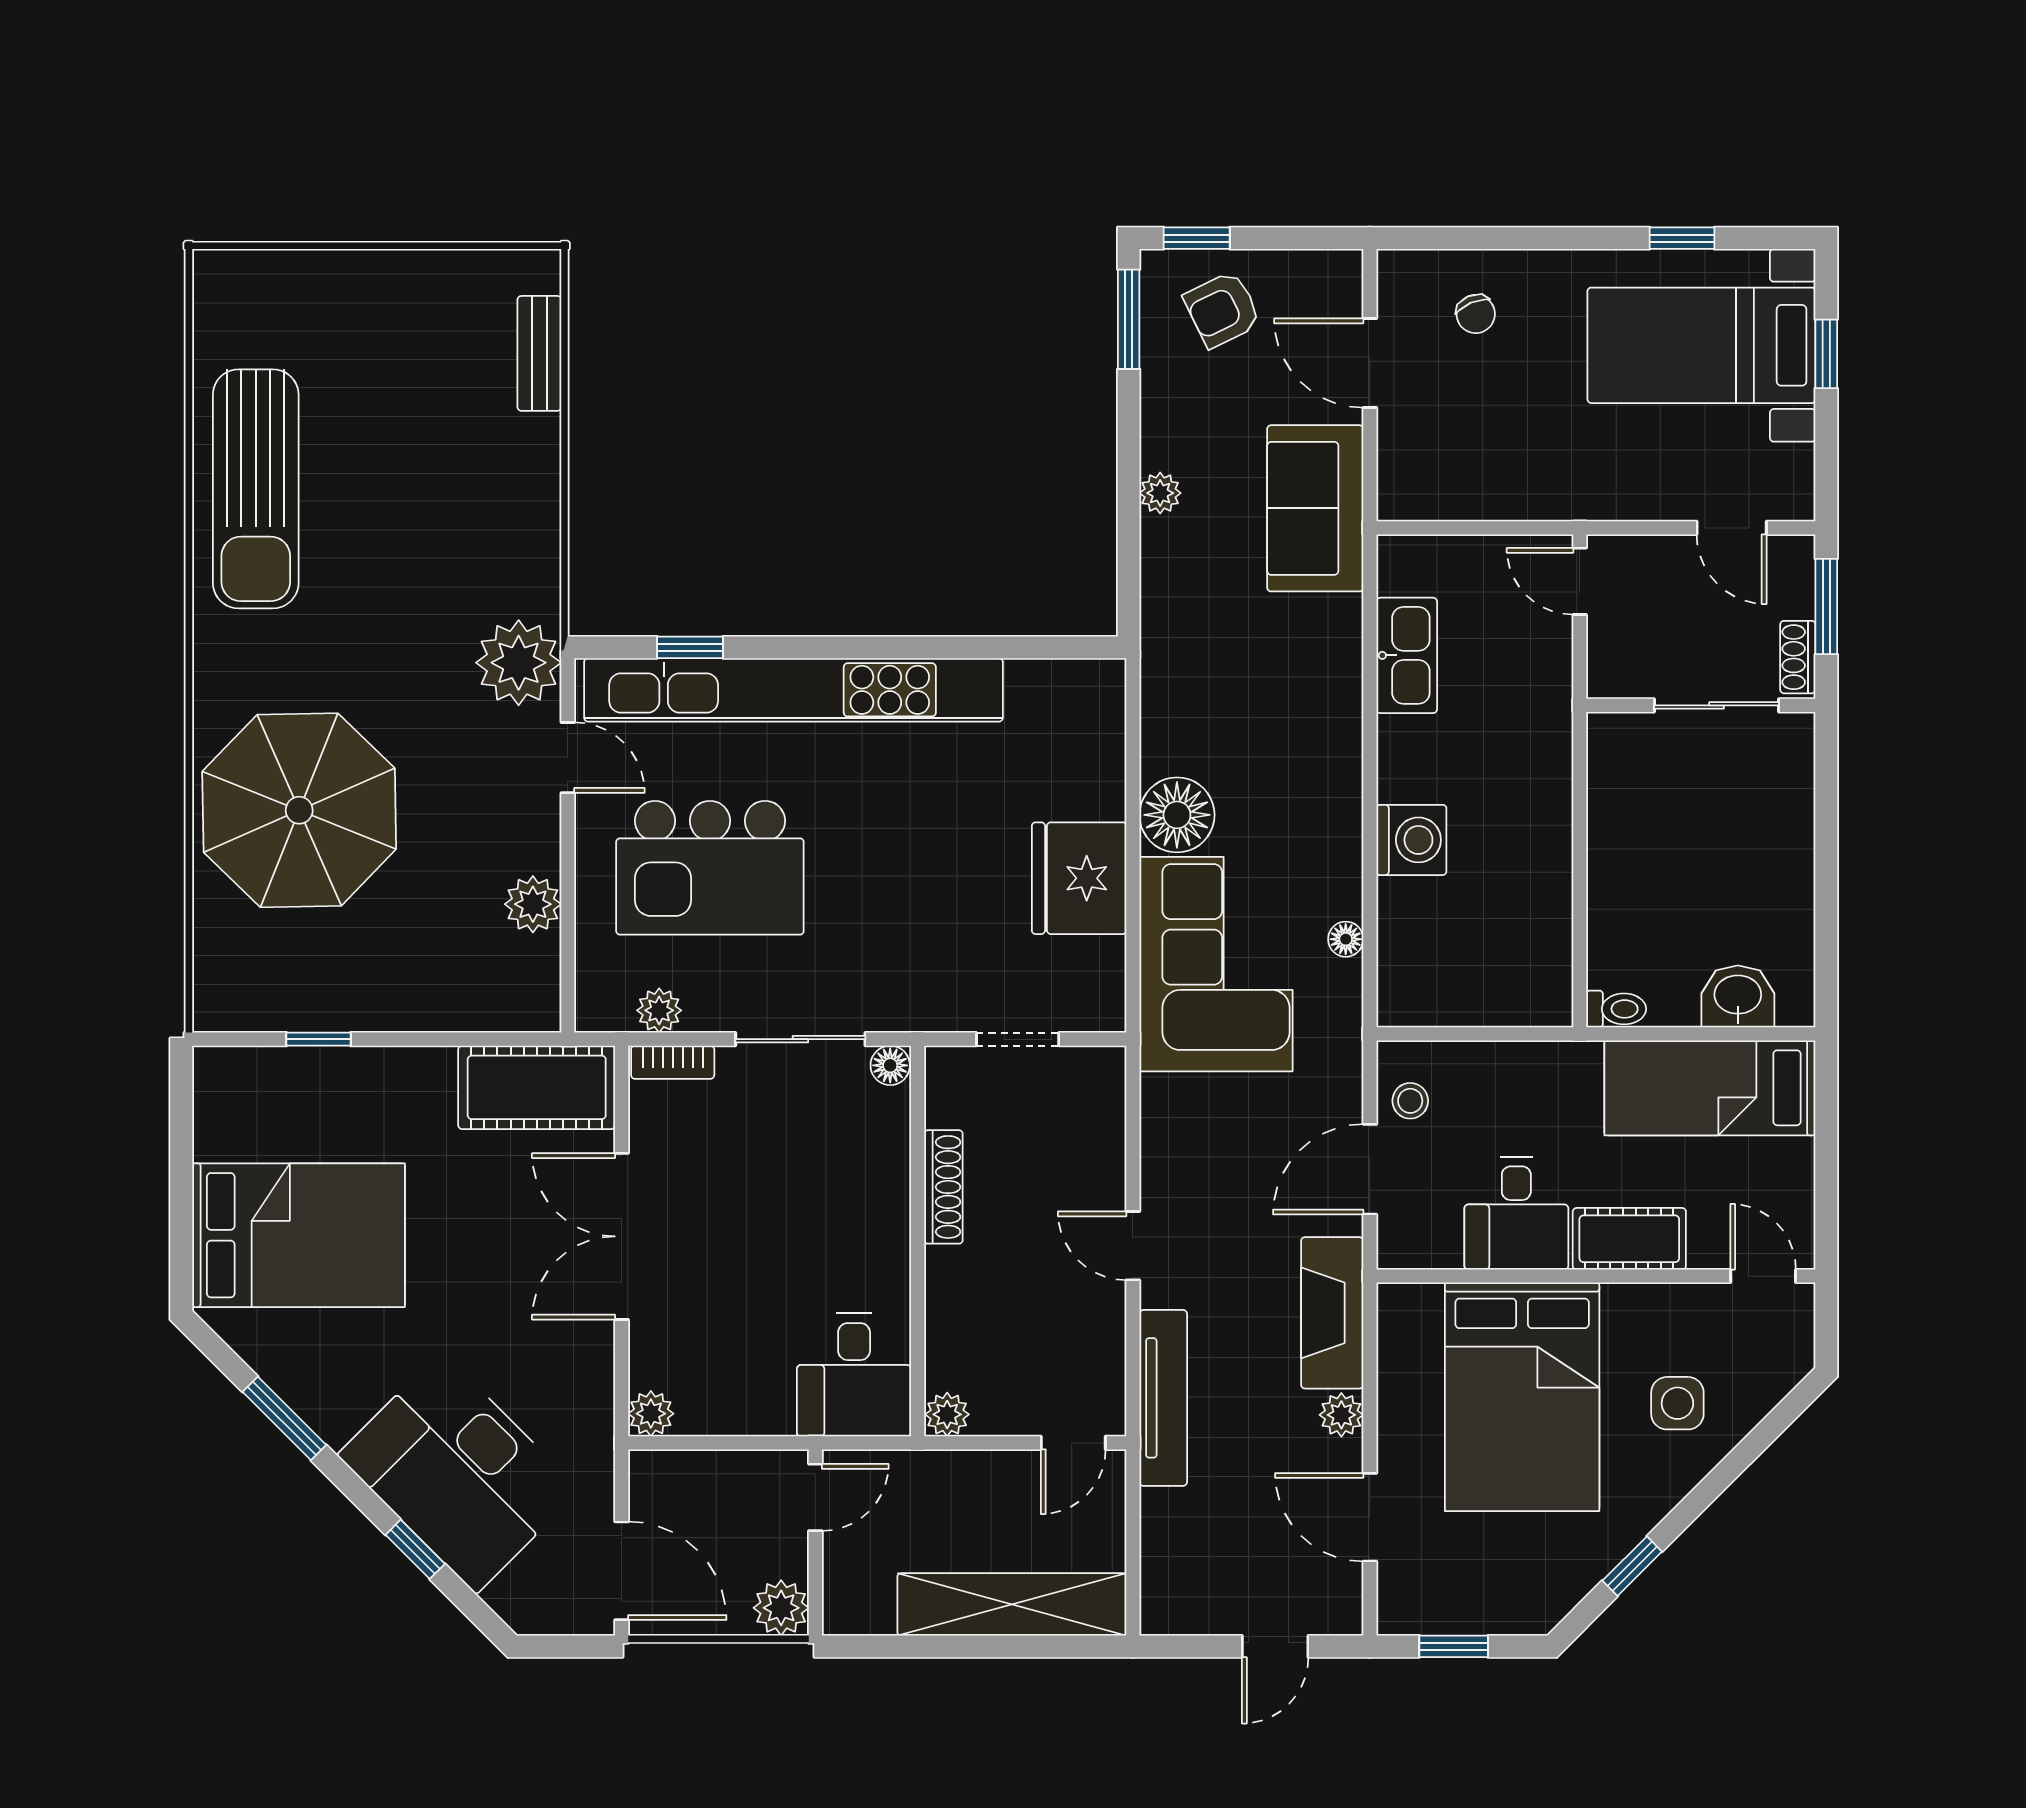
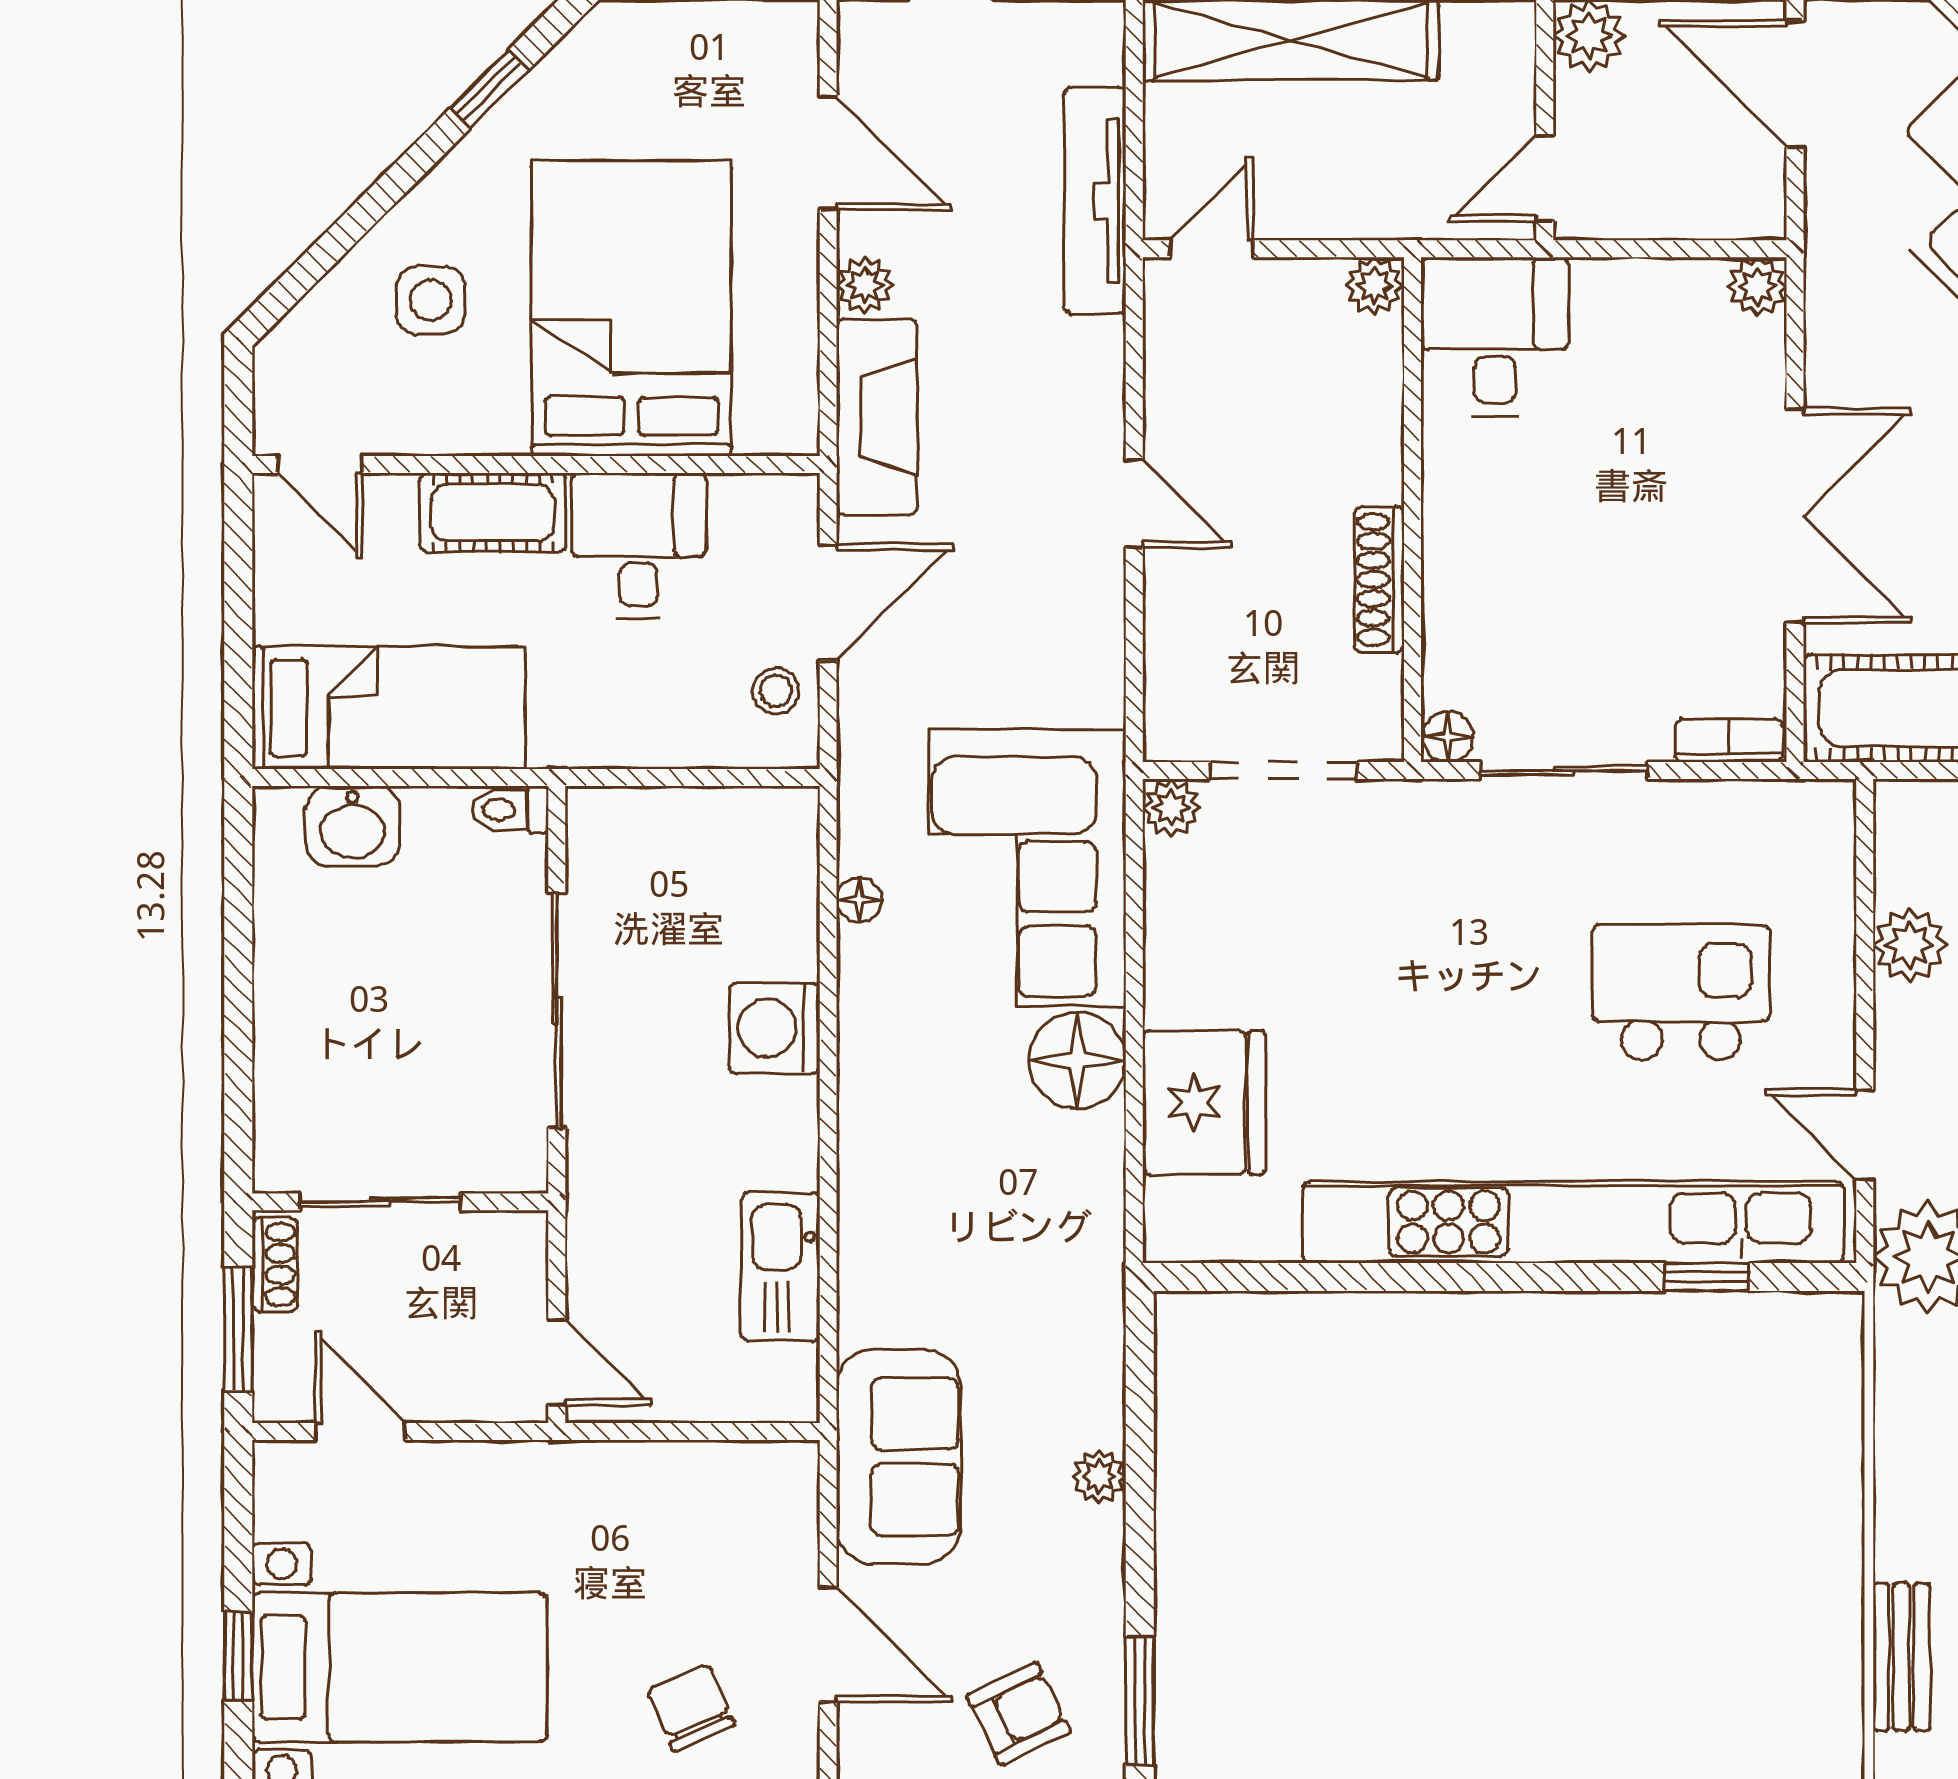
chair: (1476, 314) -> (691, 1708), width x1.37, depth x1.37
sliding door: (1580, 854) -> (557, 1011), added
kitchen island: (710, 868) -> (1681, 992), width x0.73, depth x0.78
fridge: (1079, 878) -> (1204, 1102), moved
plant: (659, 1010) -> (1171, 808), moved
doorway: (1018, 1039) -> (1283, 771), width x1.38
tv unit: (1163, 1398) -> (1095, 201), moved

